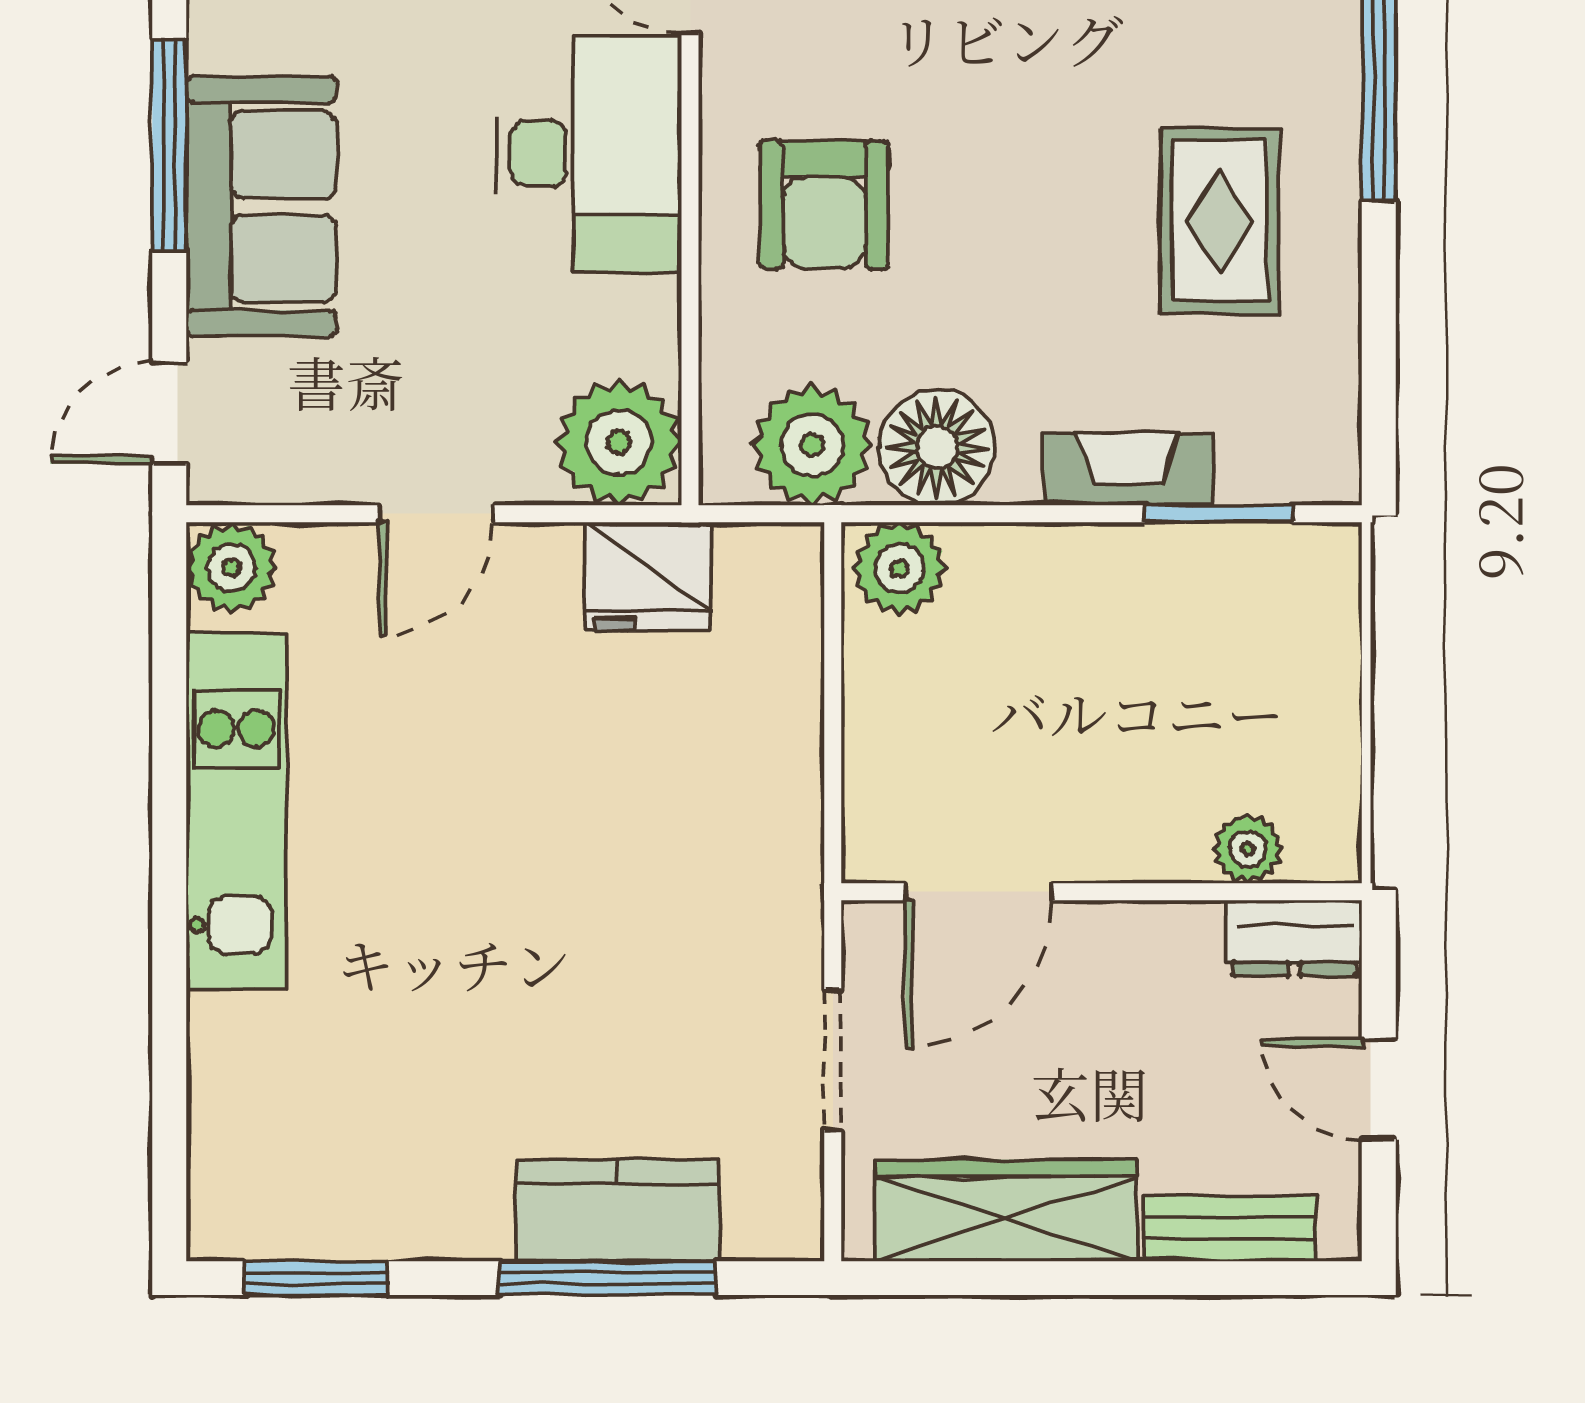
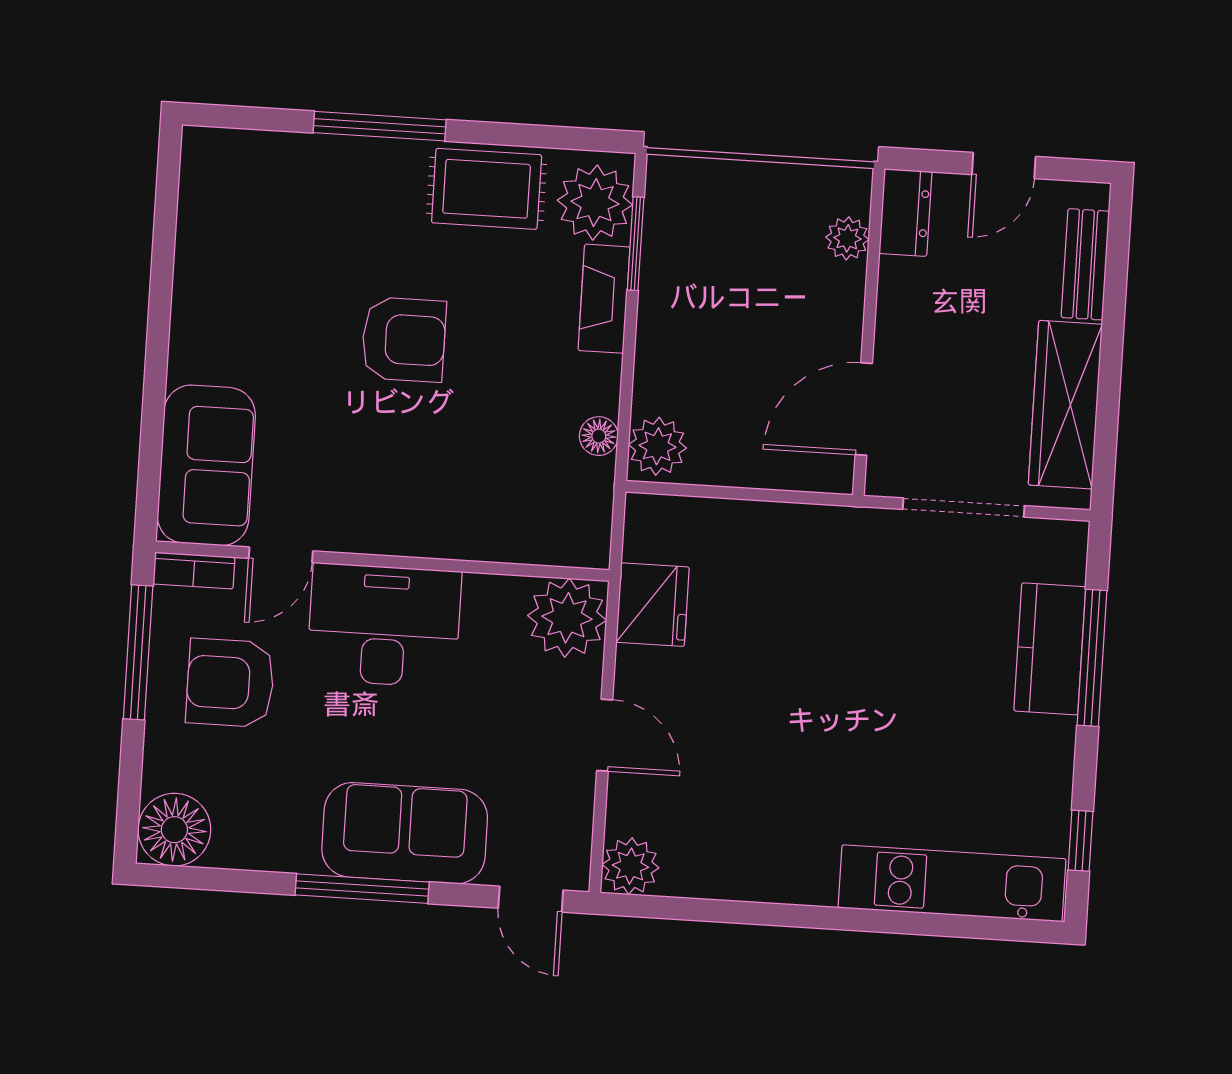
armchair: (824, 205) -> (404, 339), moved
rug: (1220, 221) -> (487, 189), moved
plant: (812, 445) -> (595, 203), moved
floor lamp: (937, 447) -> (599, 436), width x0.53, depth x0.53
kitchen unit: (236, 811) -> (952, 883), moved
door: (979, 892) -> (864, 409), swing flipped
doorway: (833, 1060) -> (964, 508), width x1.38
window: (317, 1278) -> (1080, 841), width x0.67

